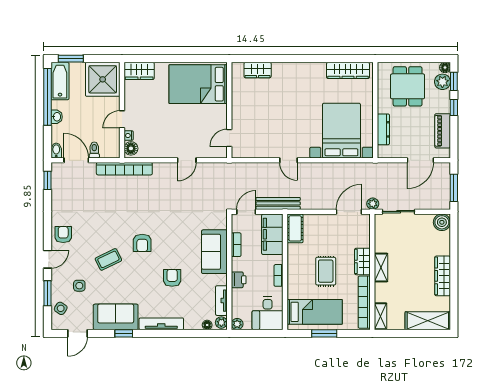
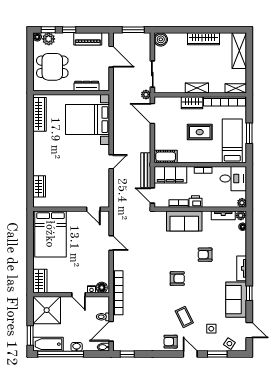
coffee table: (108, 259) -> (184, 317), moved
printer: (239, 280) -> (195, 202), moved
tv unit: (161, 324) -> (242, 268), width x0.71

